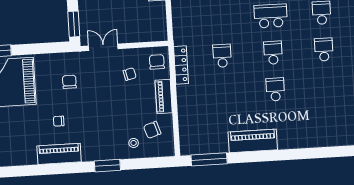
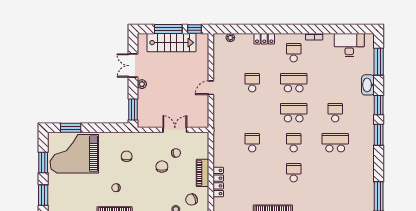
double door: (103, 47) -> (175, 130), moved
school desk: (324, 50) -> (335, 143), width x1.85
chair: (157, 62) -> (162, 167), moved
locker: (181, 65) -> (218, 182), moved

